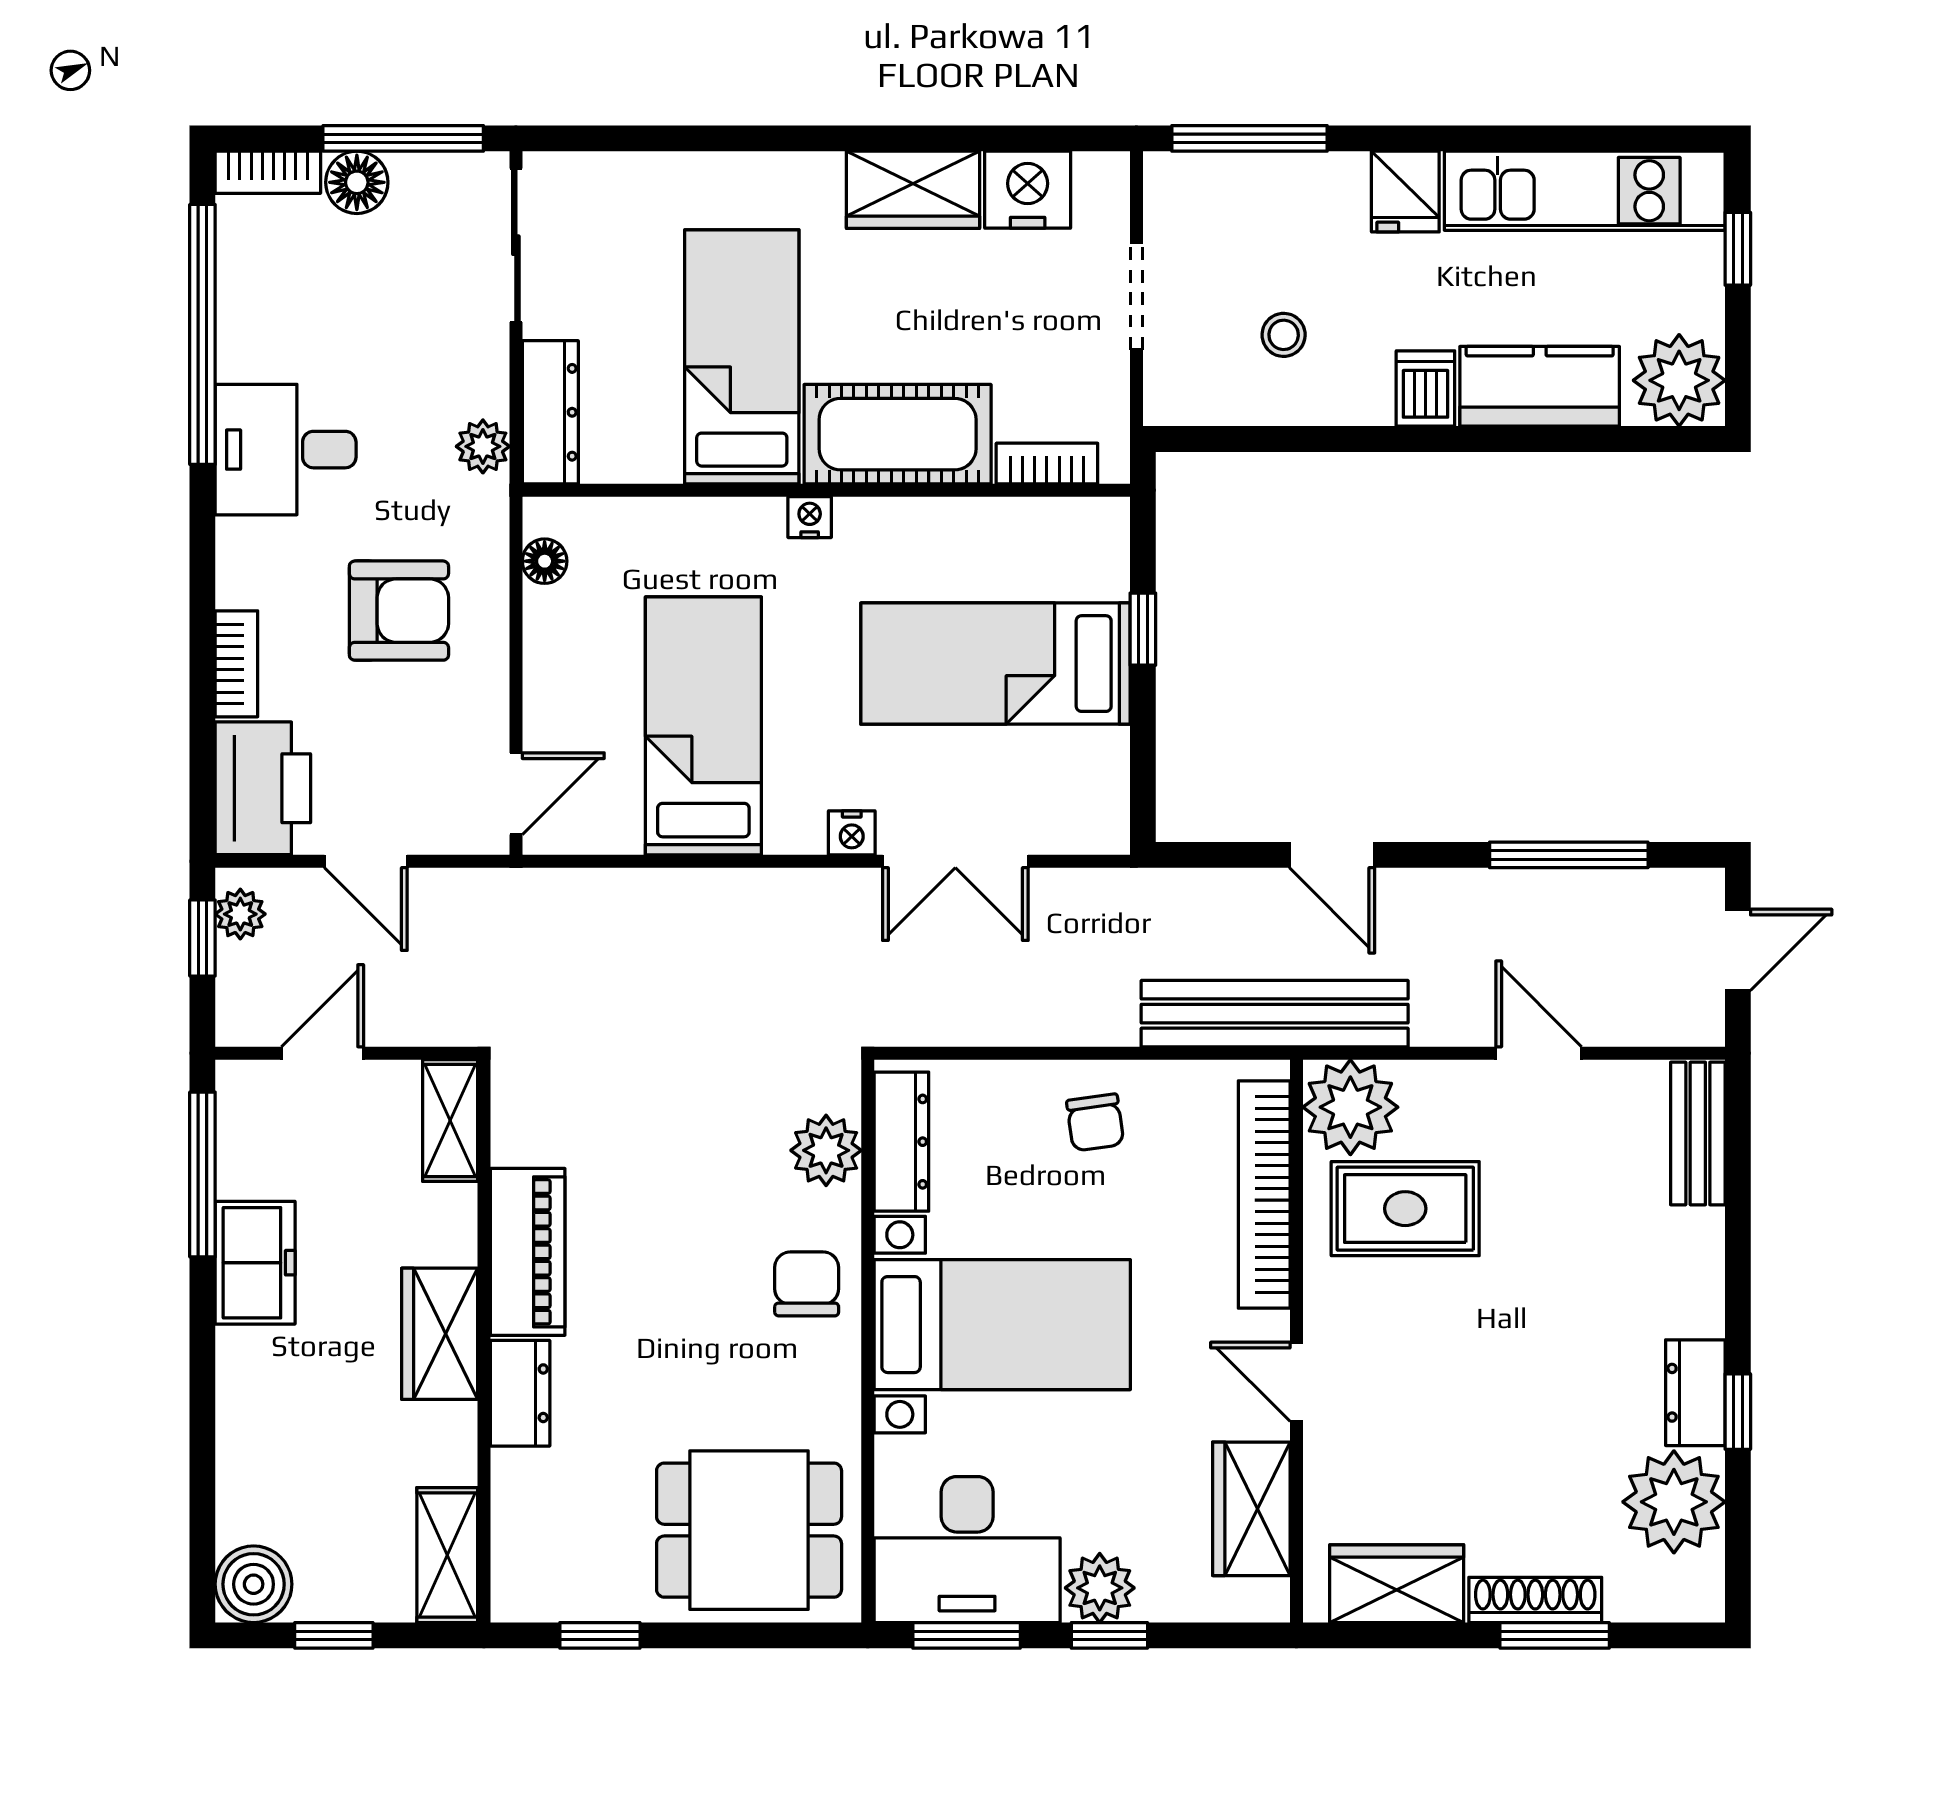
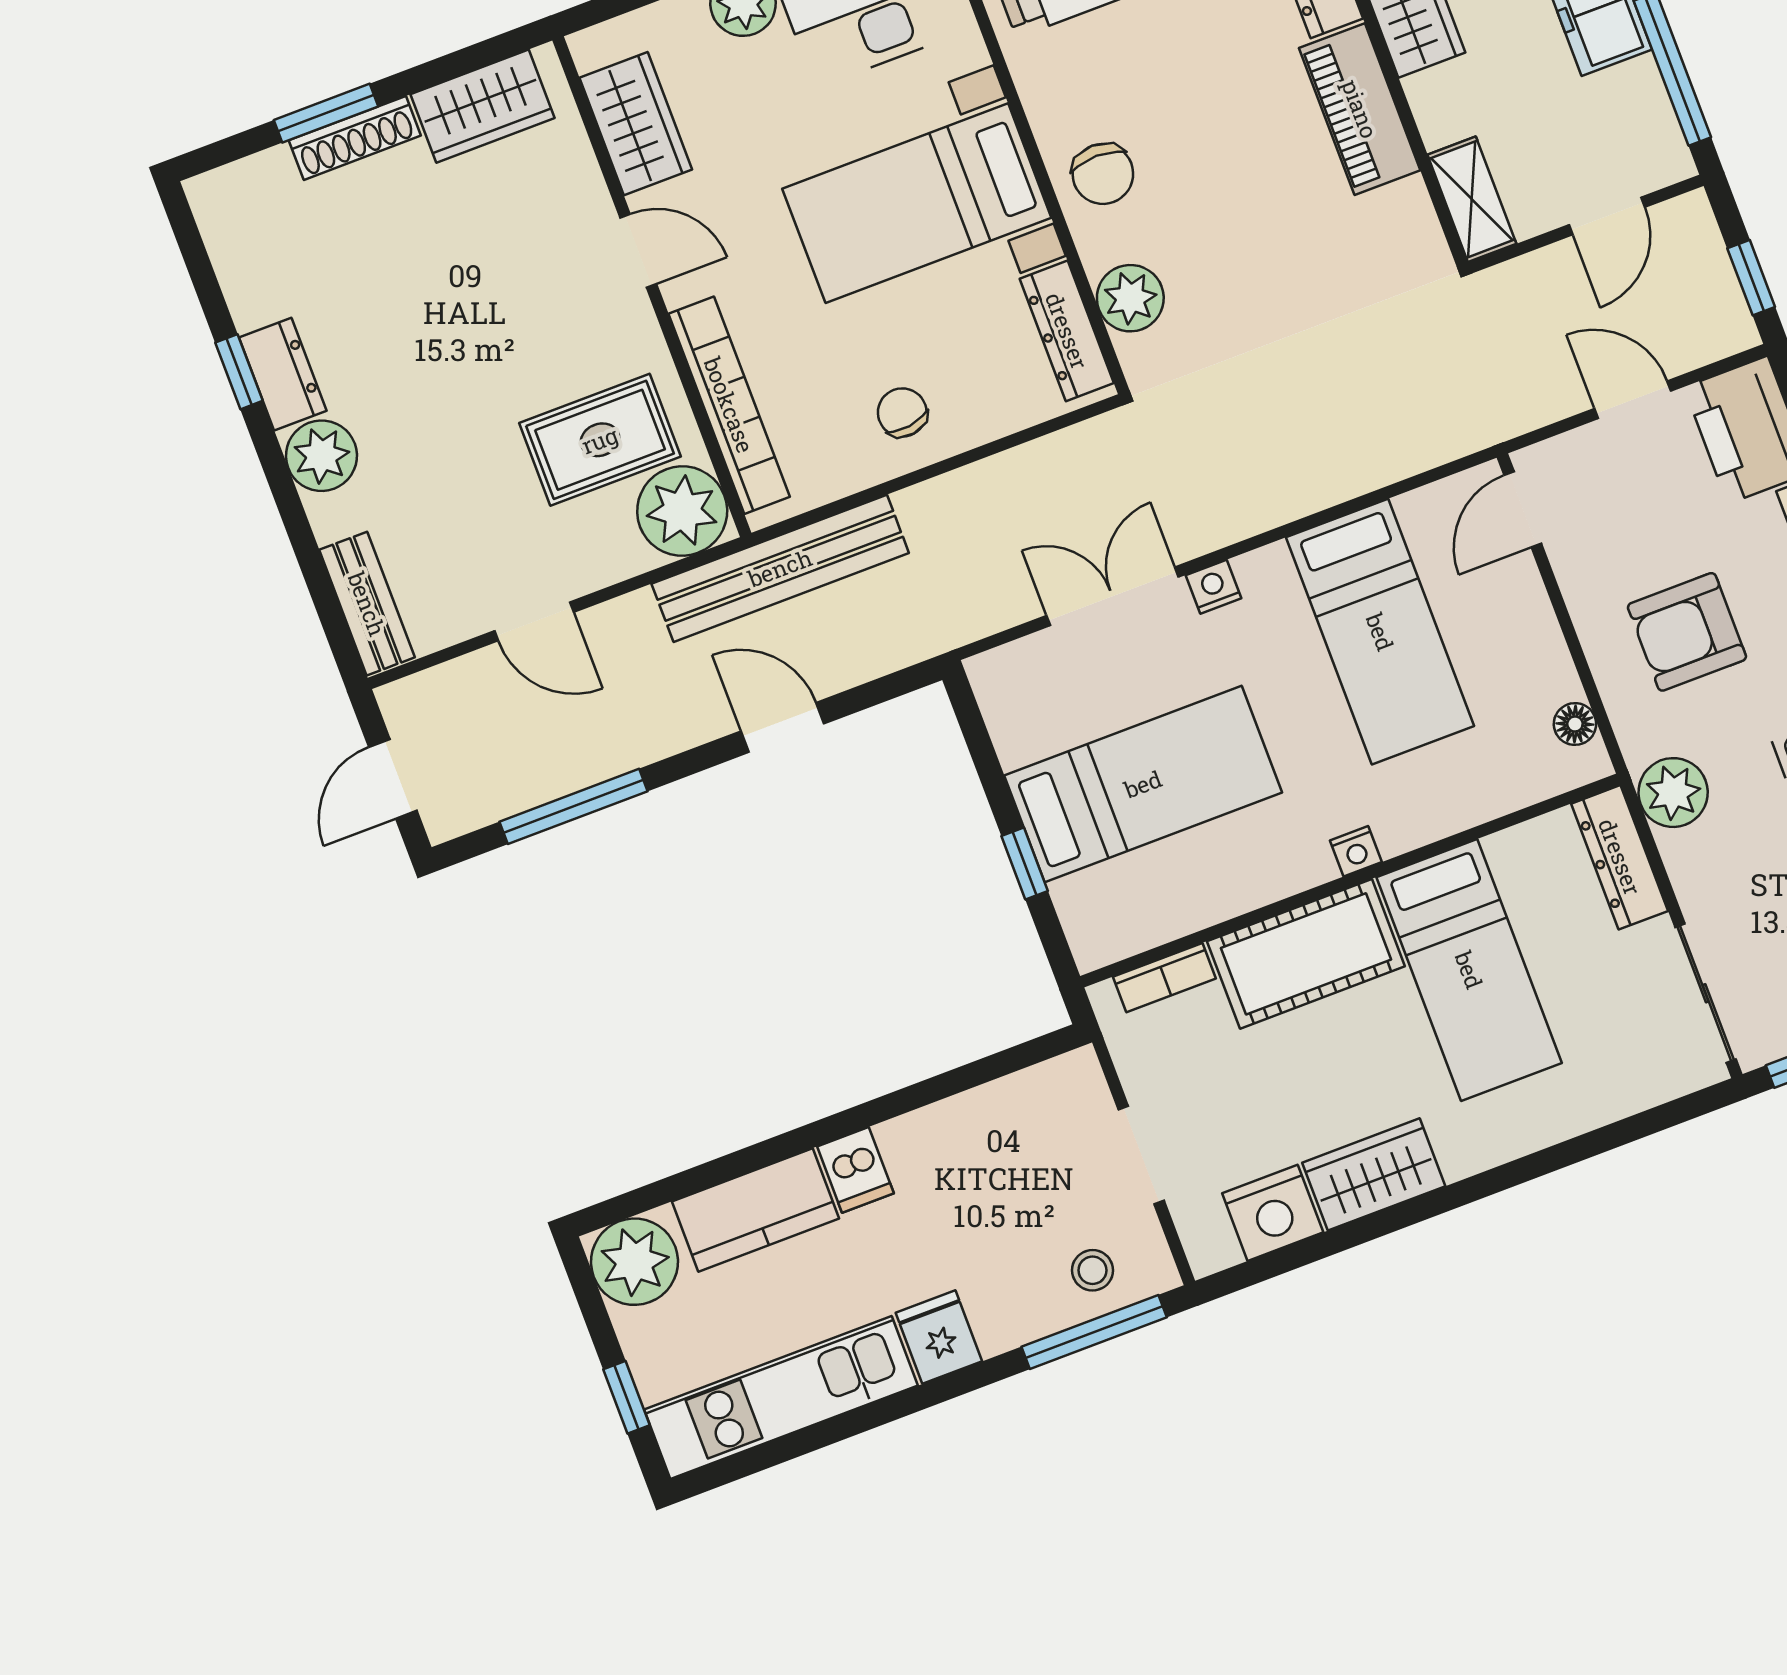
stool: (1284, 335) -> (1093, 1270), moved
plant: (483, 446) -> (1673, 793), width x1.38, depth x1.38
plant: (240, 914) -> (1726, 311), removed
plant: (1674, 1502) -> (321, 456), moved, width x0.73, depth x0.73

